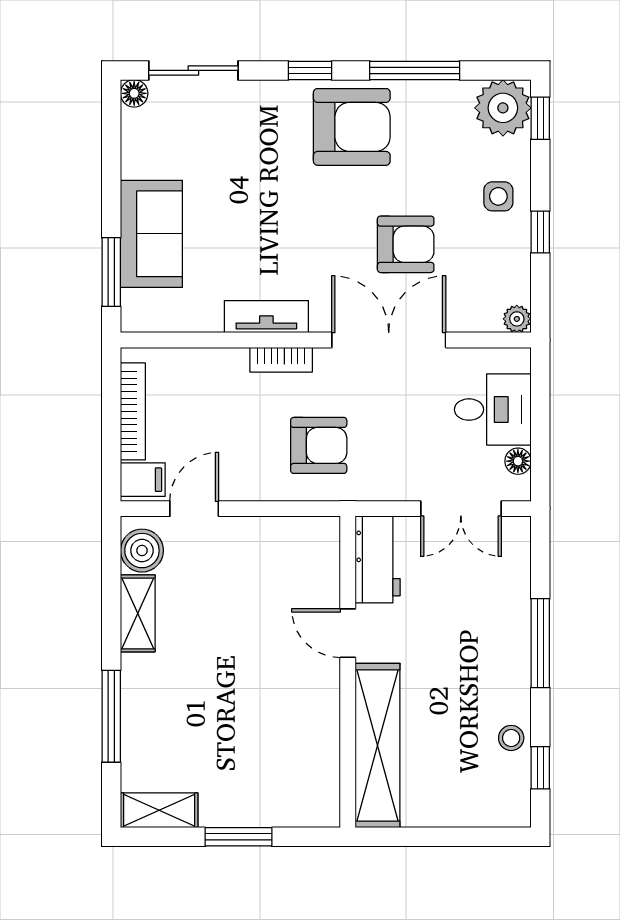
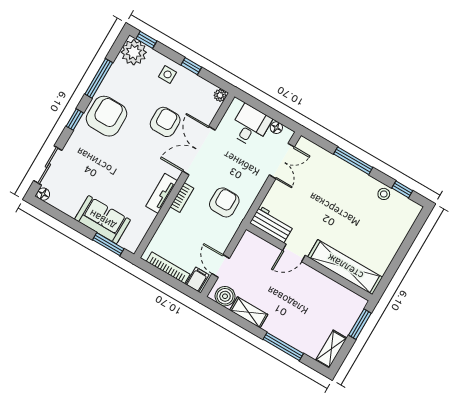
workbench: (378, 559) -> (272, 224), moved
door: (348, 633) -> (294, 253), moved
wall: (348, 672) -> (309, 262), moved
shelving: (378, 745) -> (345, 267), moved

